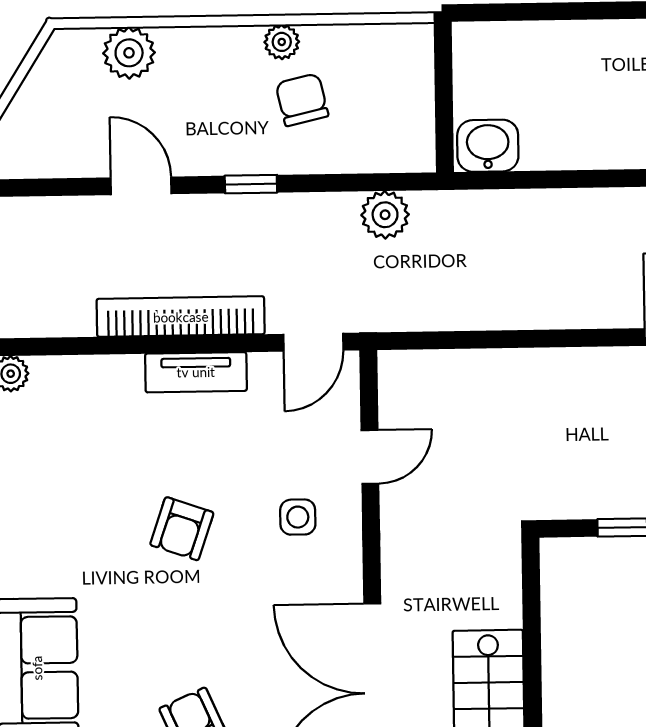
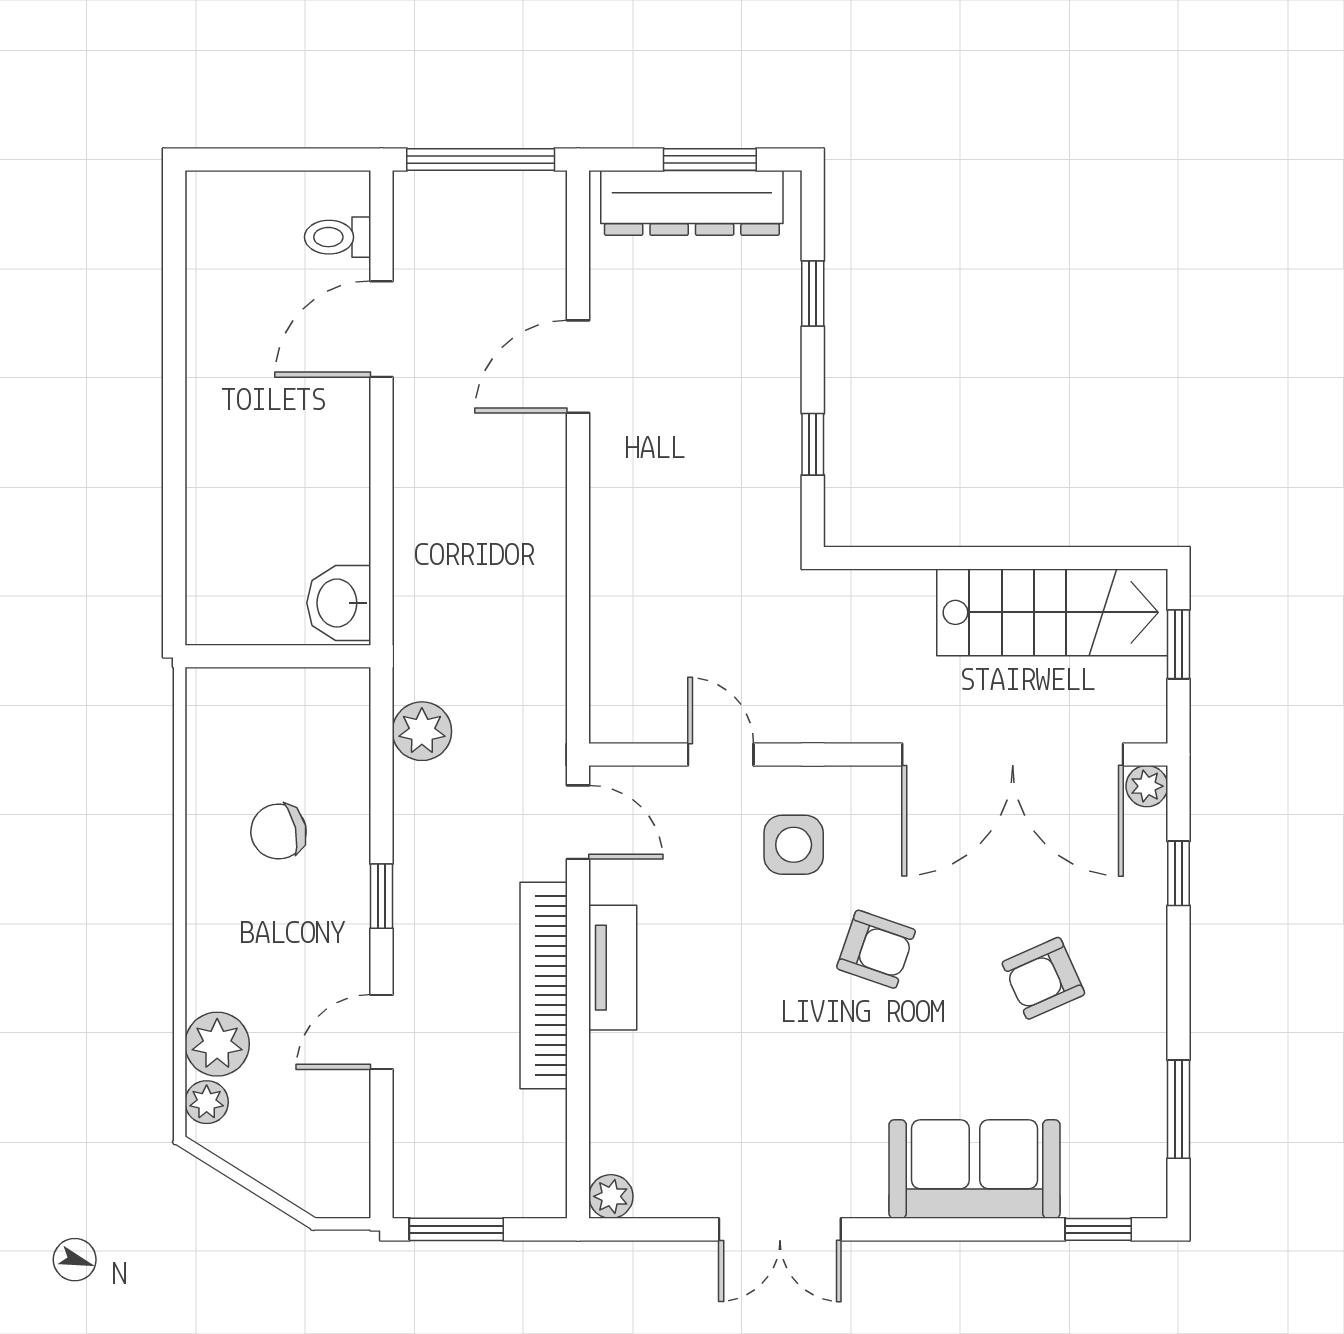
plant: (282, 42) -> (207, 1102), moved
side table: (298, 517) -> (794, 845), width x1.37, depth x1.37
armchair: (182, 529) -> (876, 949), moved

